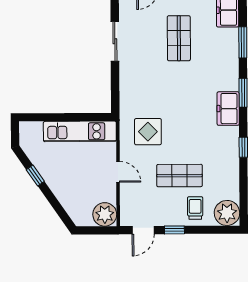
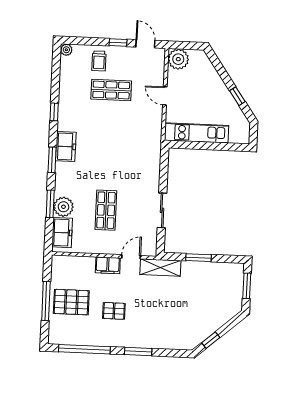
plant: (227, 40) -> (63, 207), added
display table: (148, 132) -> (137, 130), removed
plant: (227, 213) -> (66, 50), width x0.53, depth x0.53
door: (143, 230) -> (145, 44), hinge flipped

